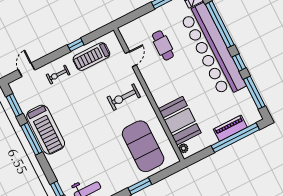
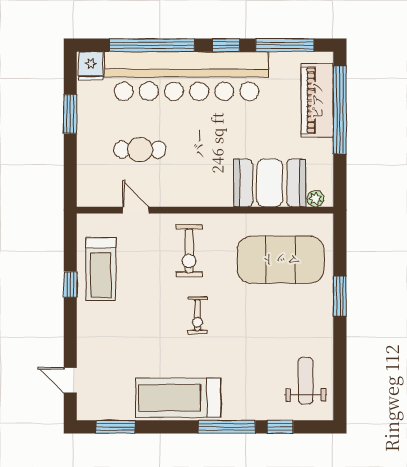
exercise bike: (58, 75) -> (197, 315), moved
piano: (230, 128) -> (317, 100), width x1.37, depth x1.33
treadmill: (46, 130) -> (178, 398), turned 180
window: (32, 139) -> (227, 427), moved

